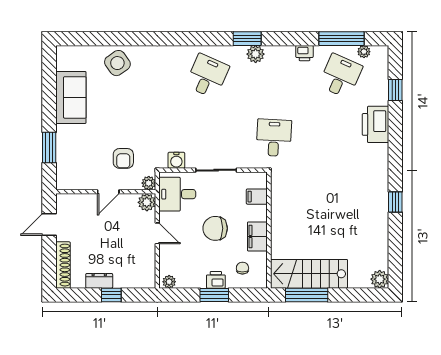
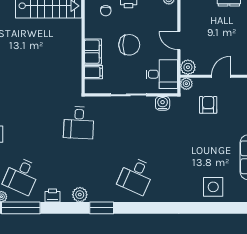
plant: (256, 54) -> (80, 195), moved
side table: (117, 63) -> (213, 187), turned 35
filing cabinet: (257, 236) -> (93, 52), moved

